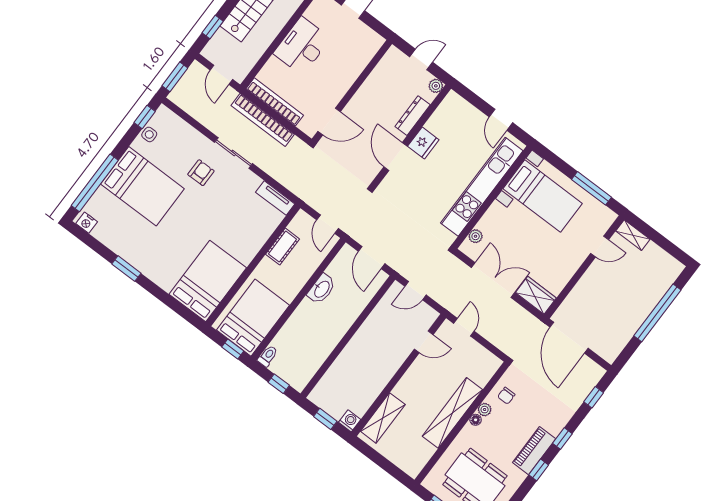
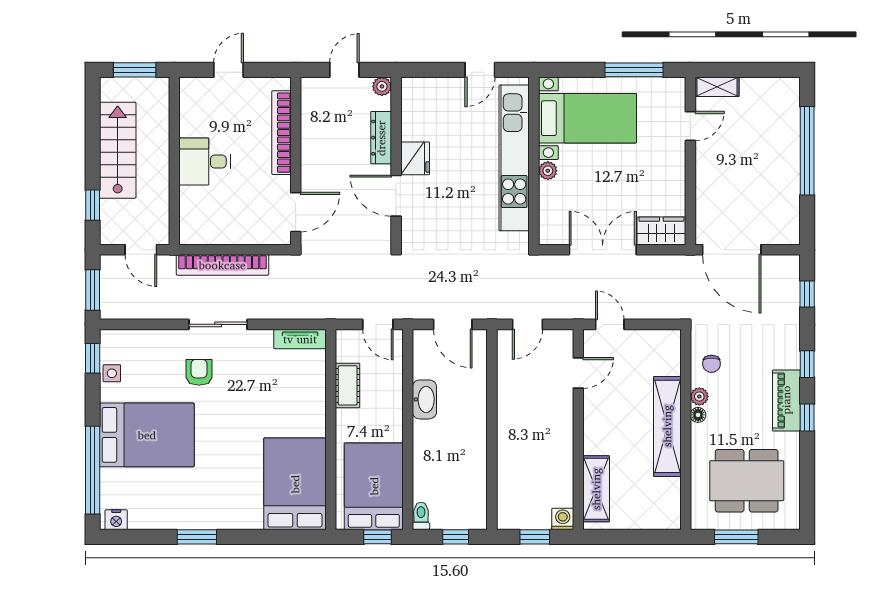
desk: (302, 46) -> (205, 161), width x0.73
bookcase: (275, 102) -> (281, 133), moved, turned -90
door: (501, 120) -> (480, 70), hinge flipped
plant: (476, 236) -> (548, 171), moved

